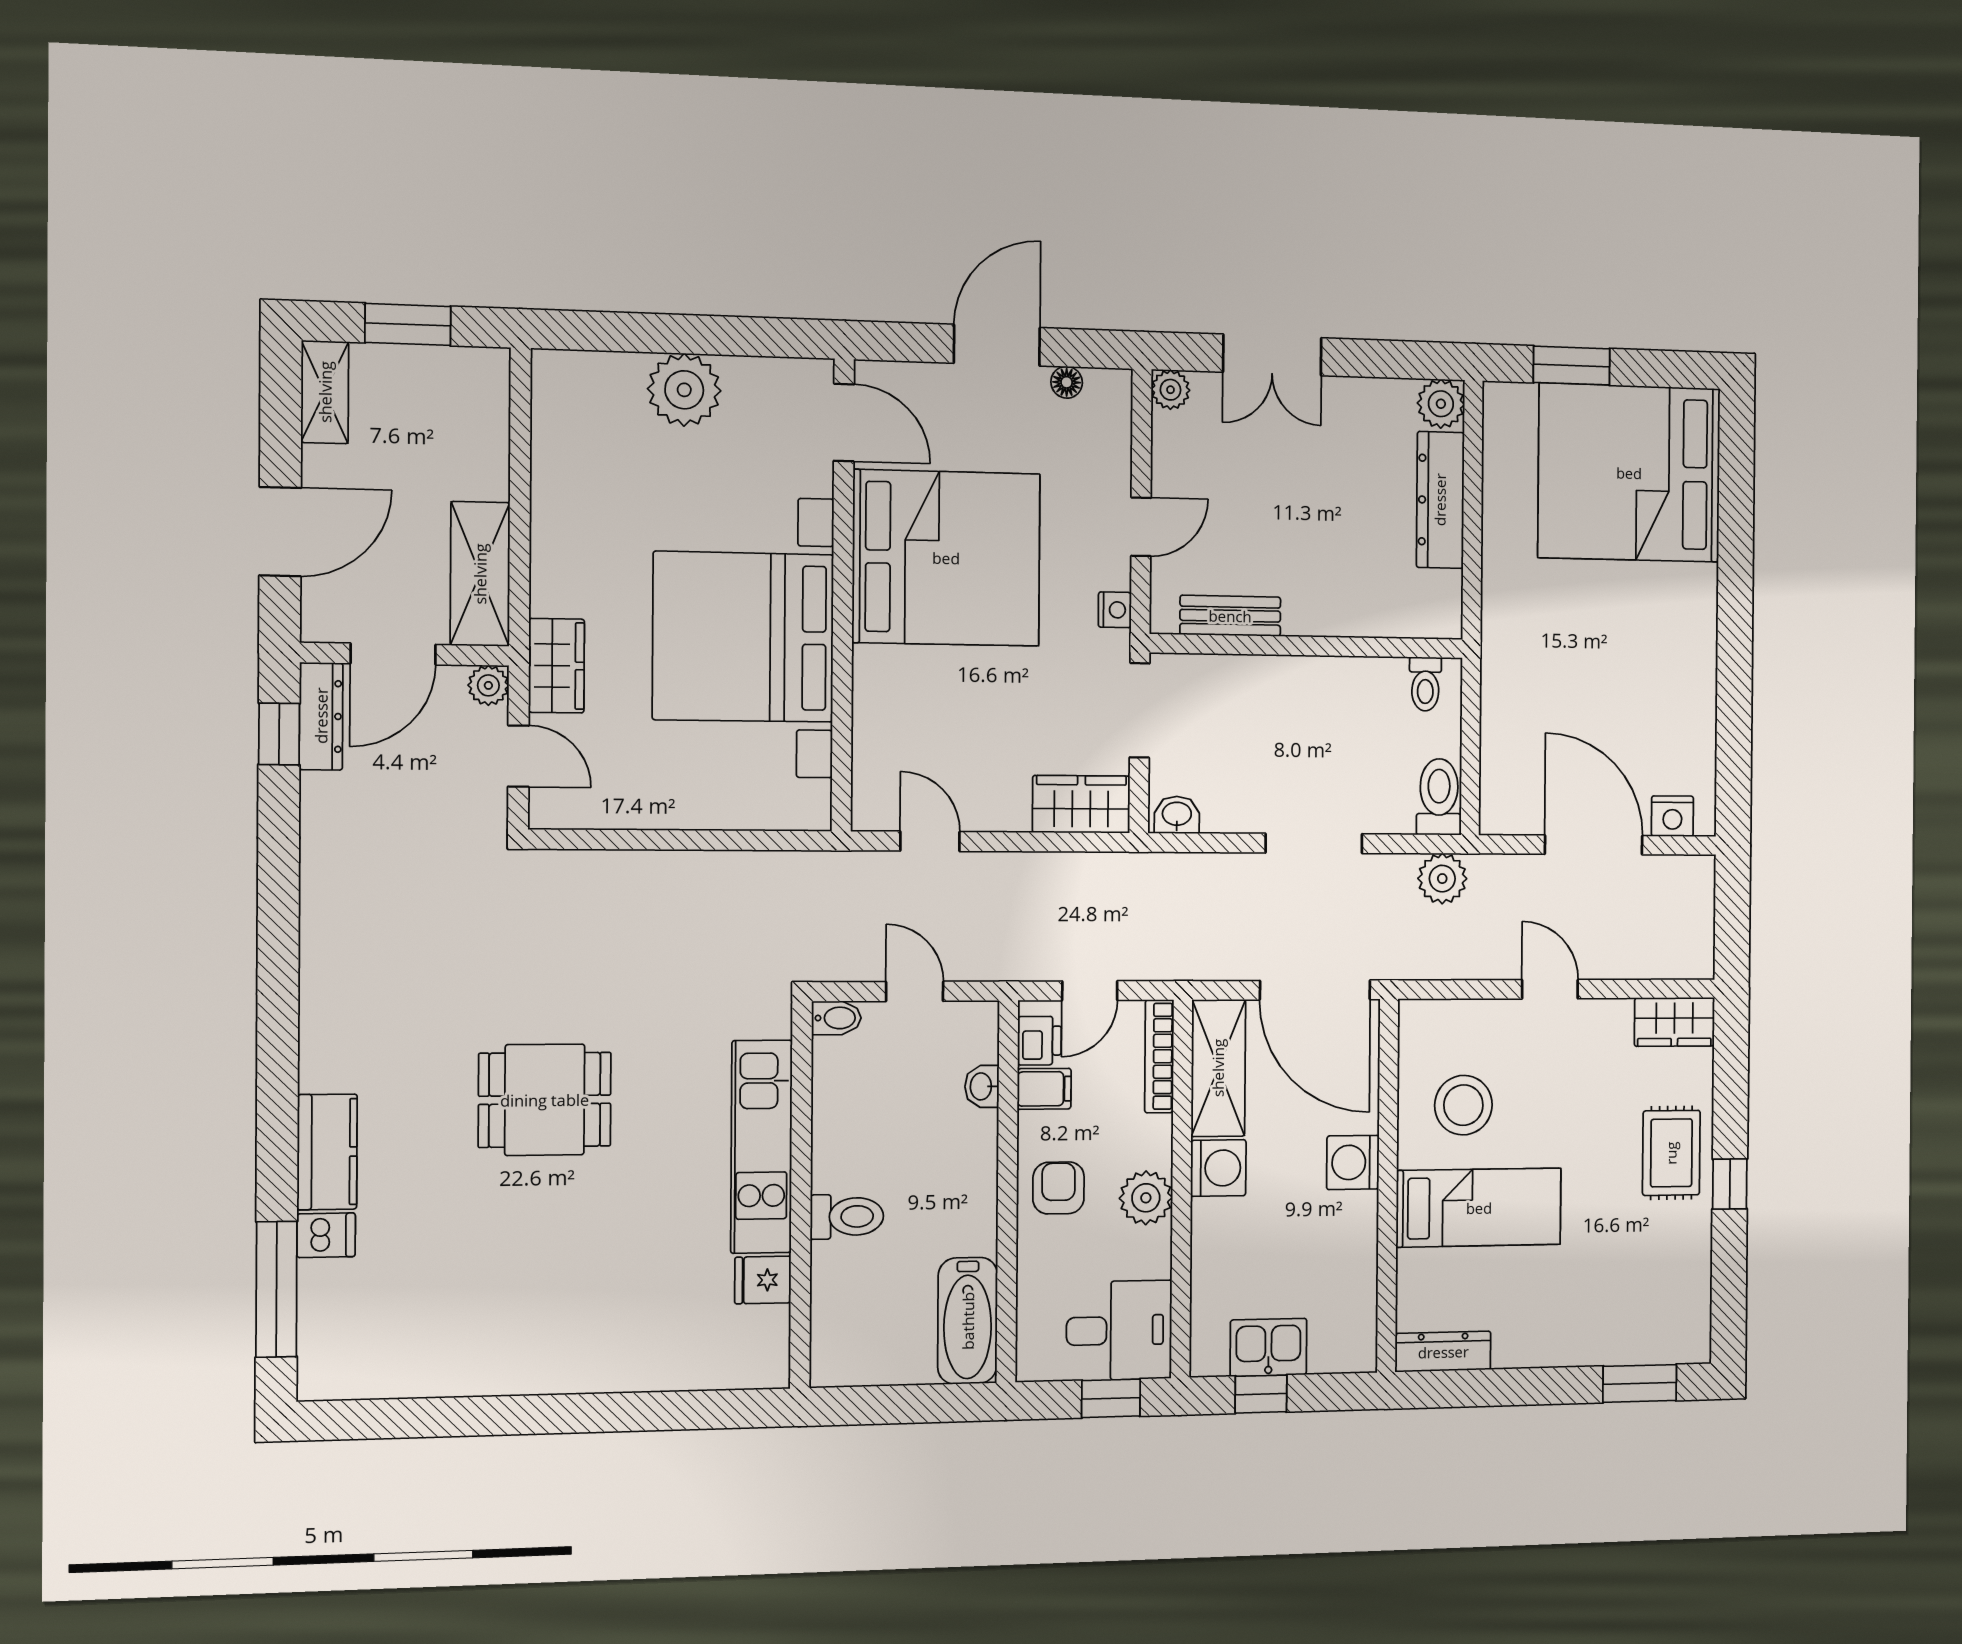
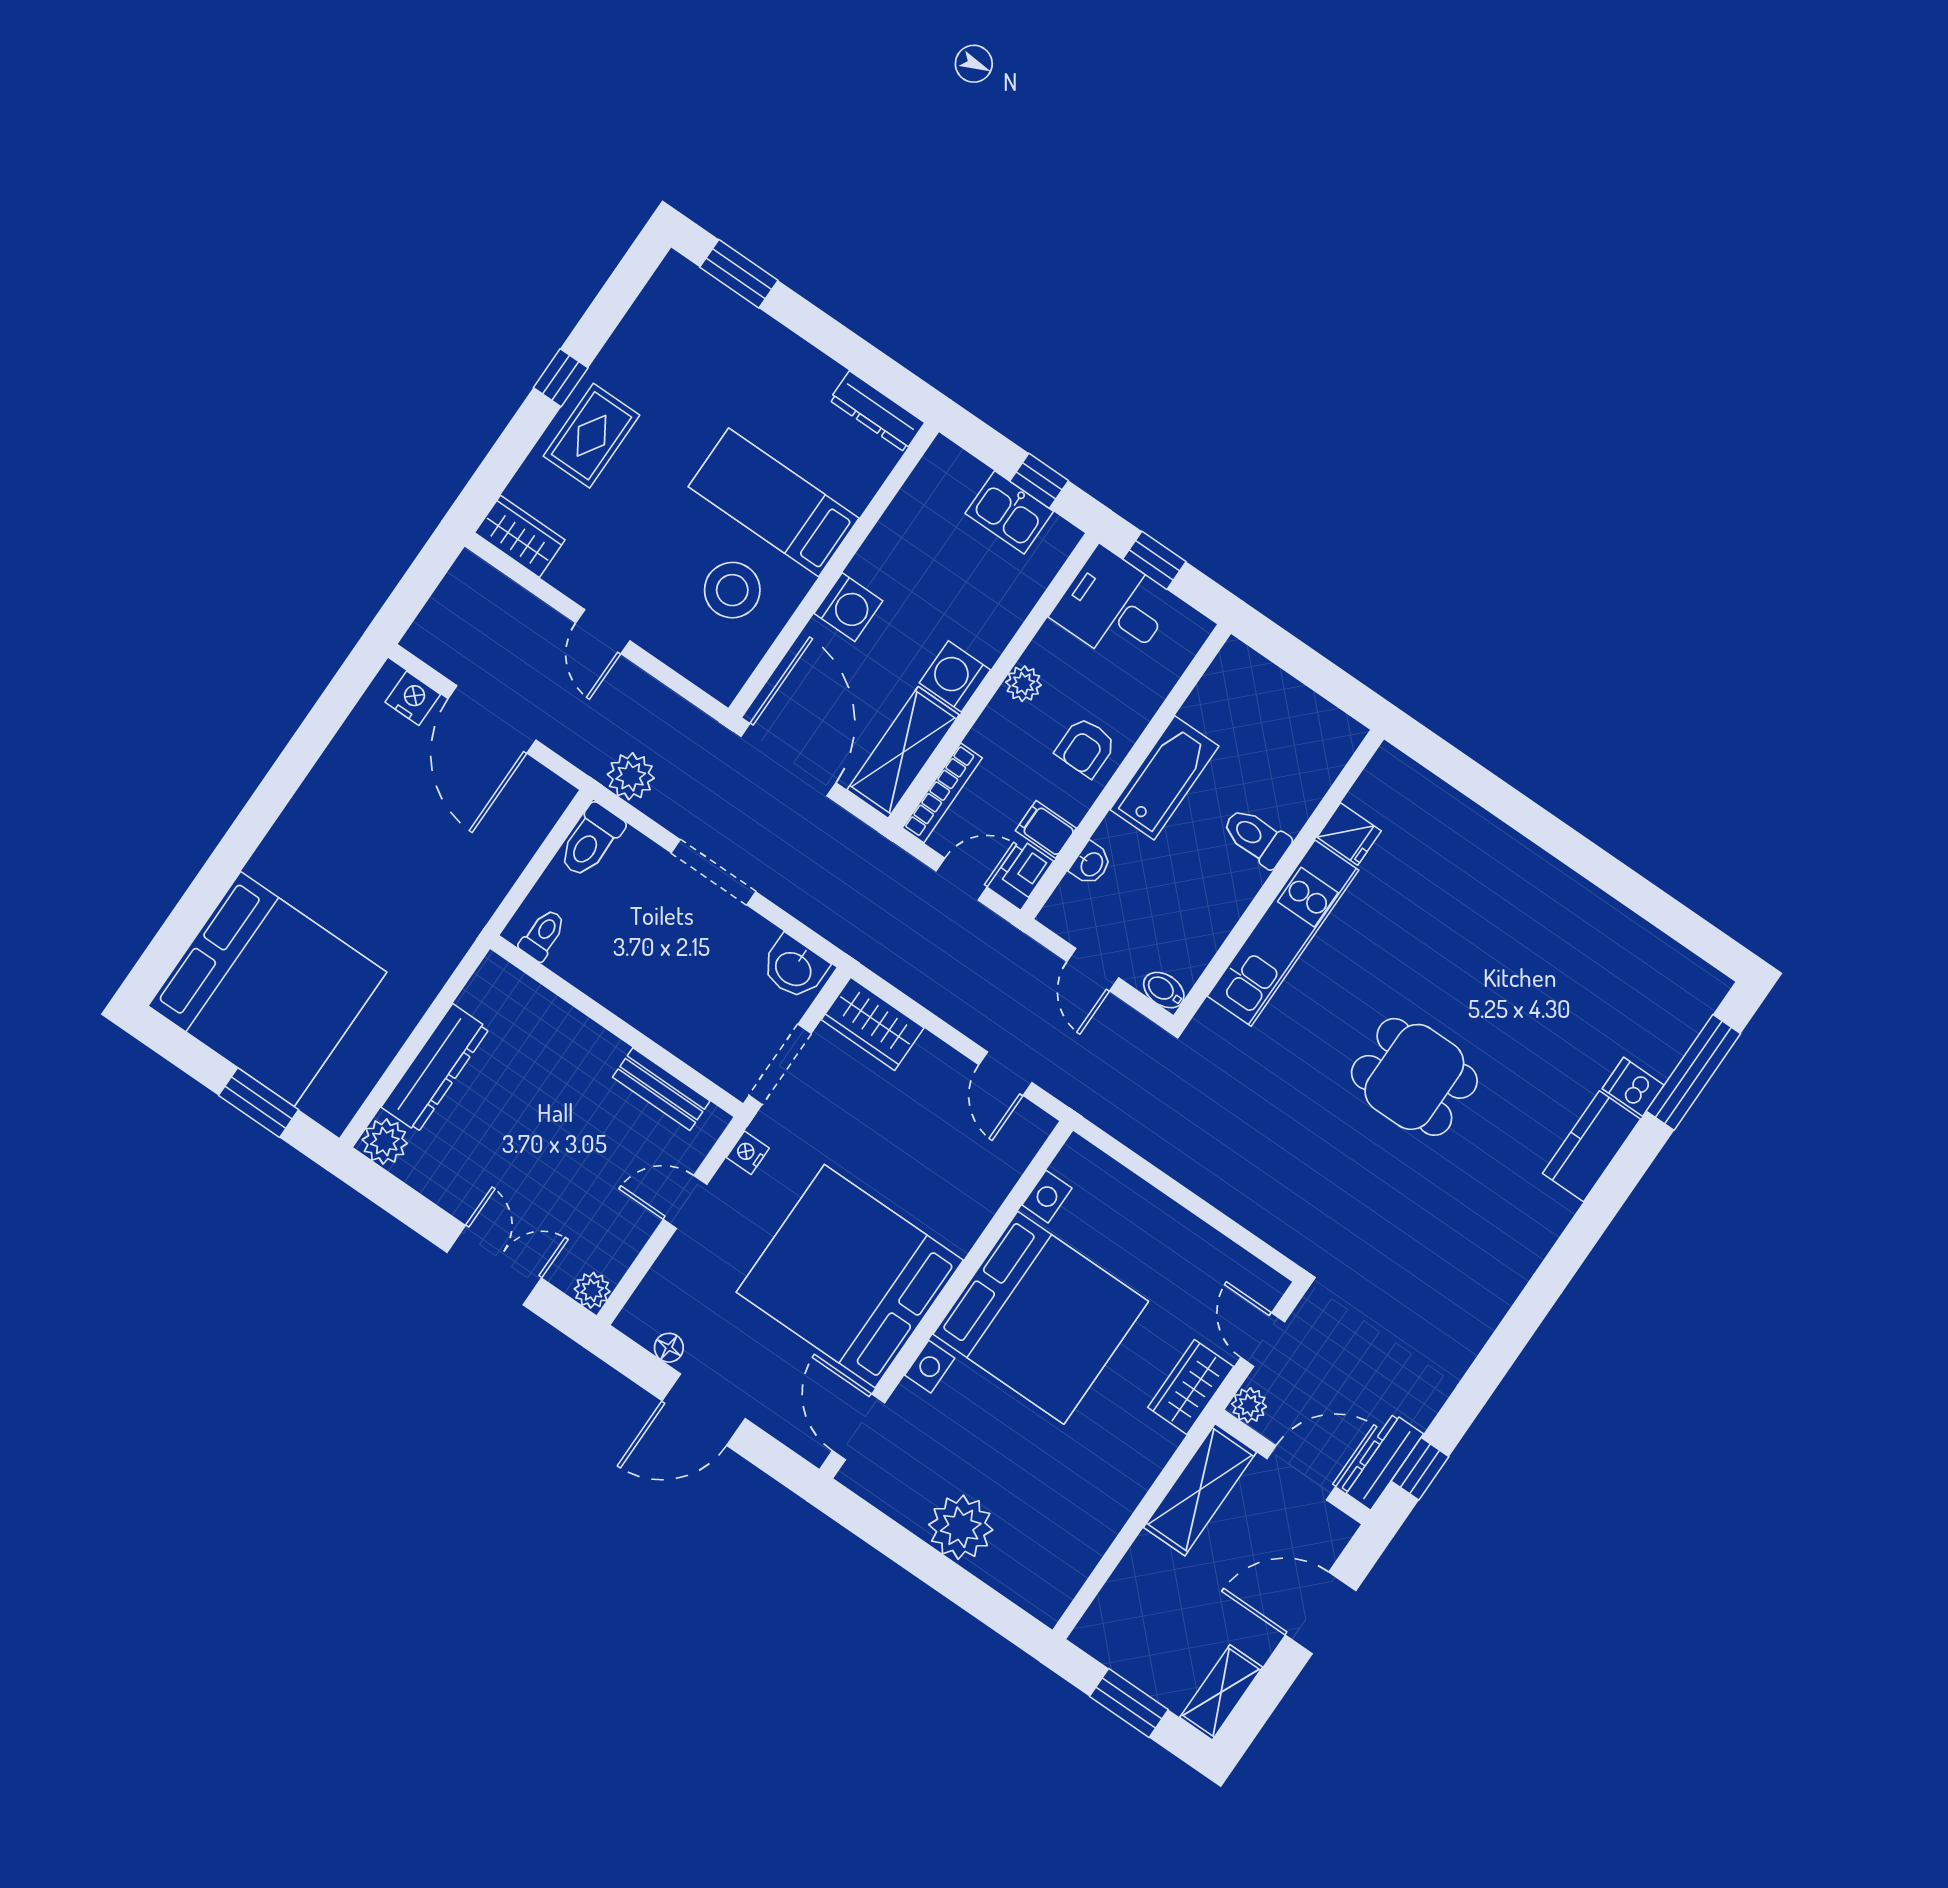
washbasin: (1177, 815) -> (794, 968), width x1.38, depth x1.45
plant: (1146, 1198) -> (1023, 684), width x0.73, depth x0.73
bathtub: (968, 1321) -> (1164, 778), moved

